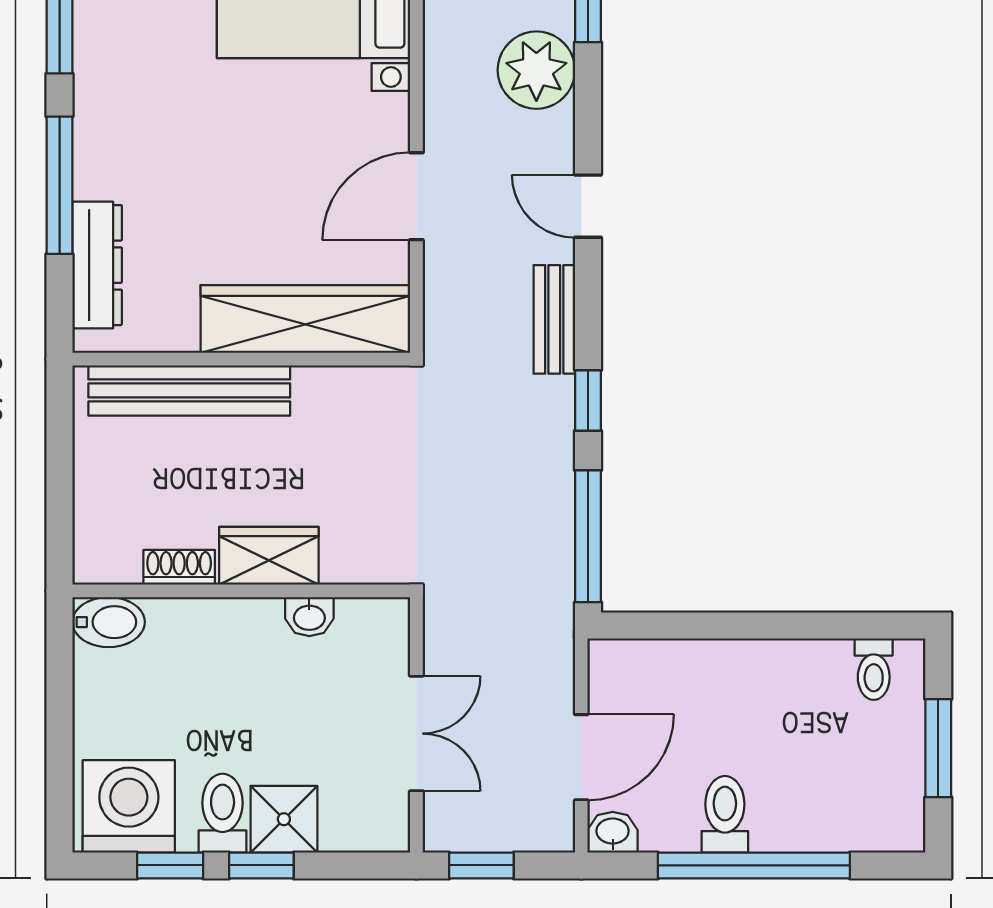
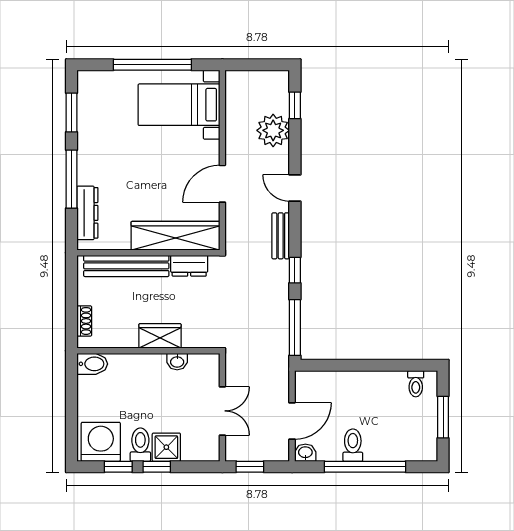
dresser: (338, 390) -> (189, 266), added
shoe rack: (179, 567) -> (84, 321), moved, turned 90

